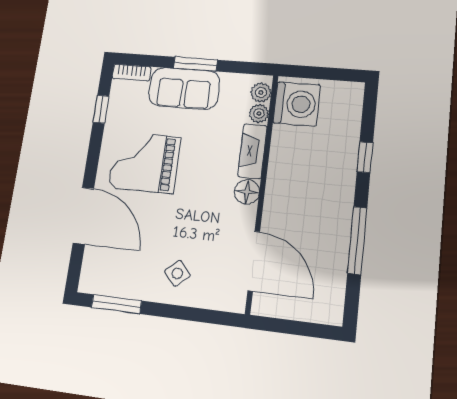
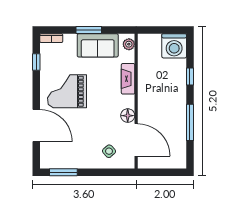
sofa: (184, 88) -> (98, 45), moved
washing machine: (297, 104) -> (174, 46), moved, turned 90
plant: (259, 114) -> (129, 57), removed
floor lamp: (247, 192) -> (128, 116), moved
side table: (177, 273) -> (109, 151), moved

